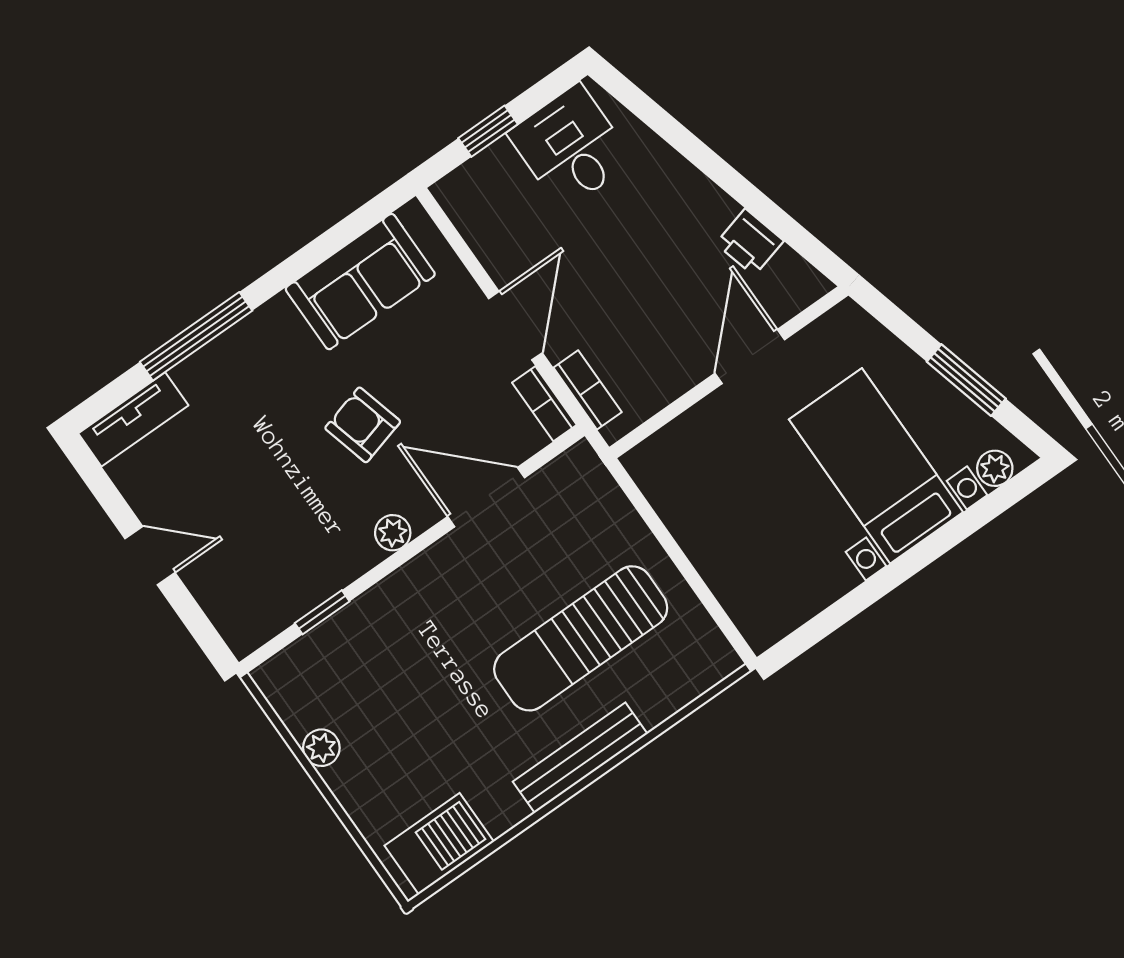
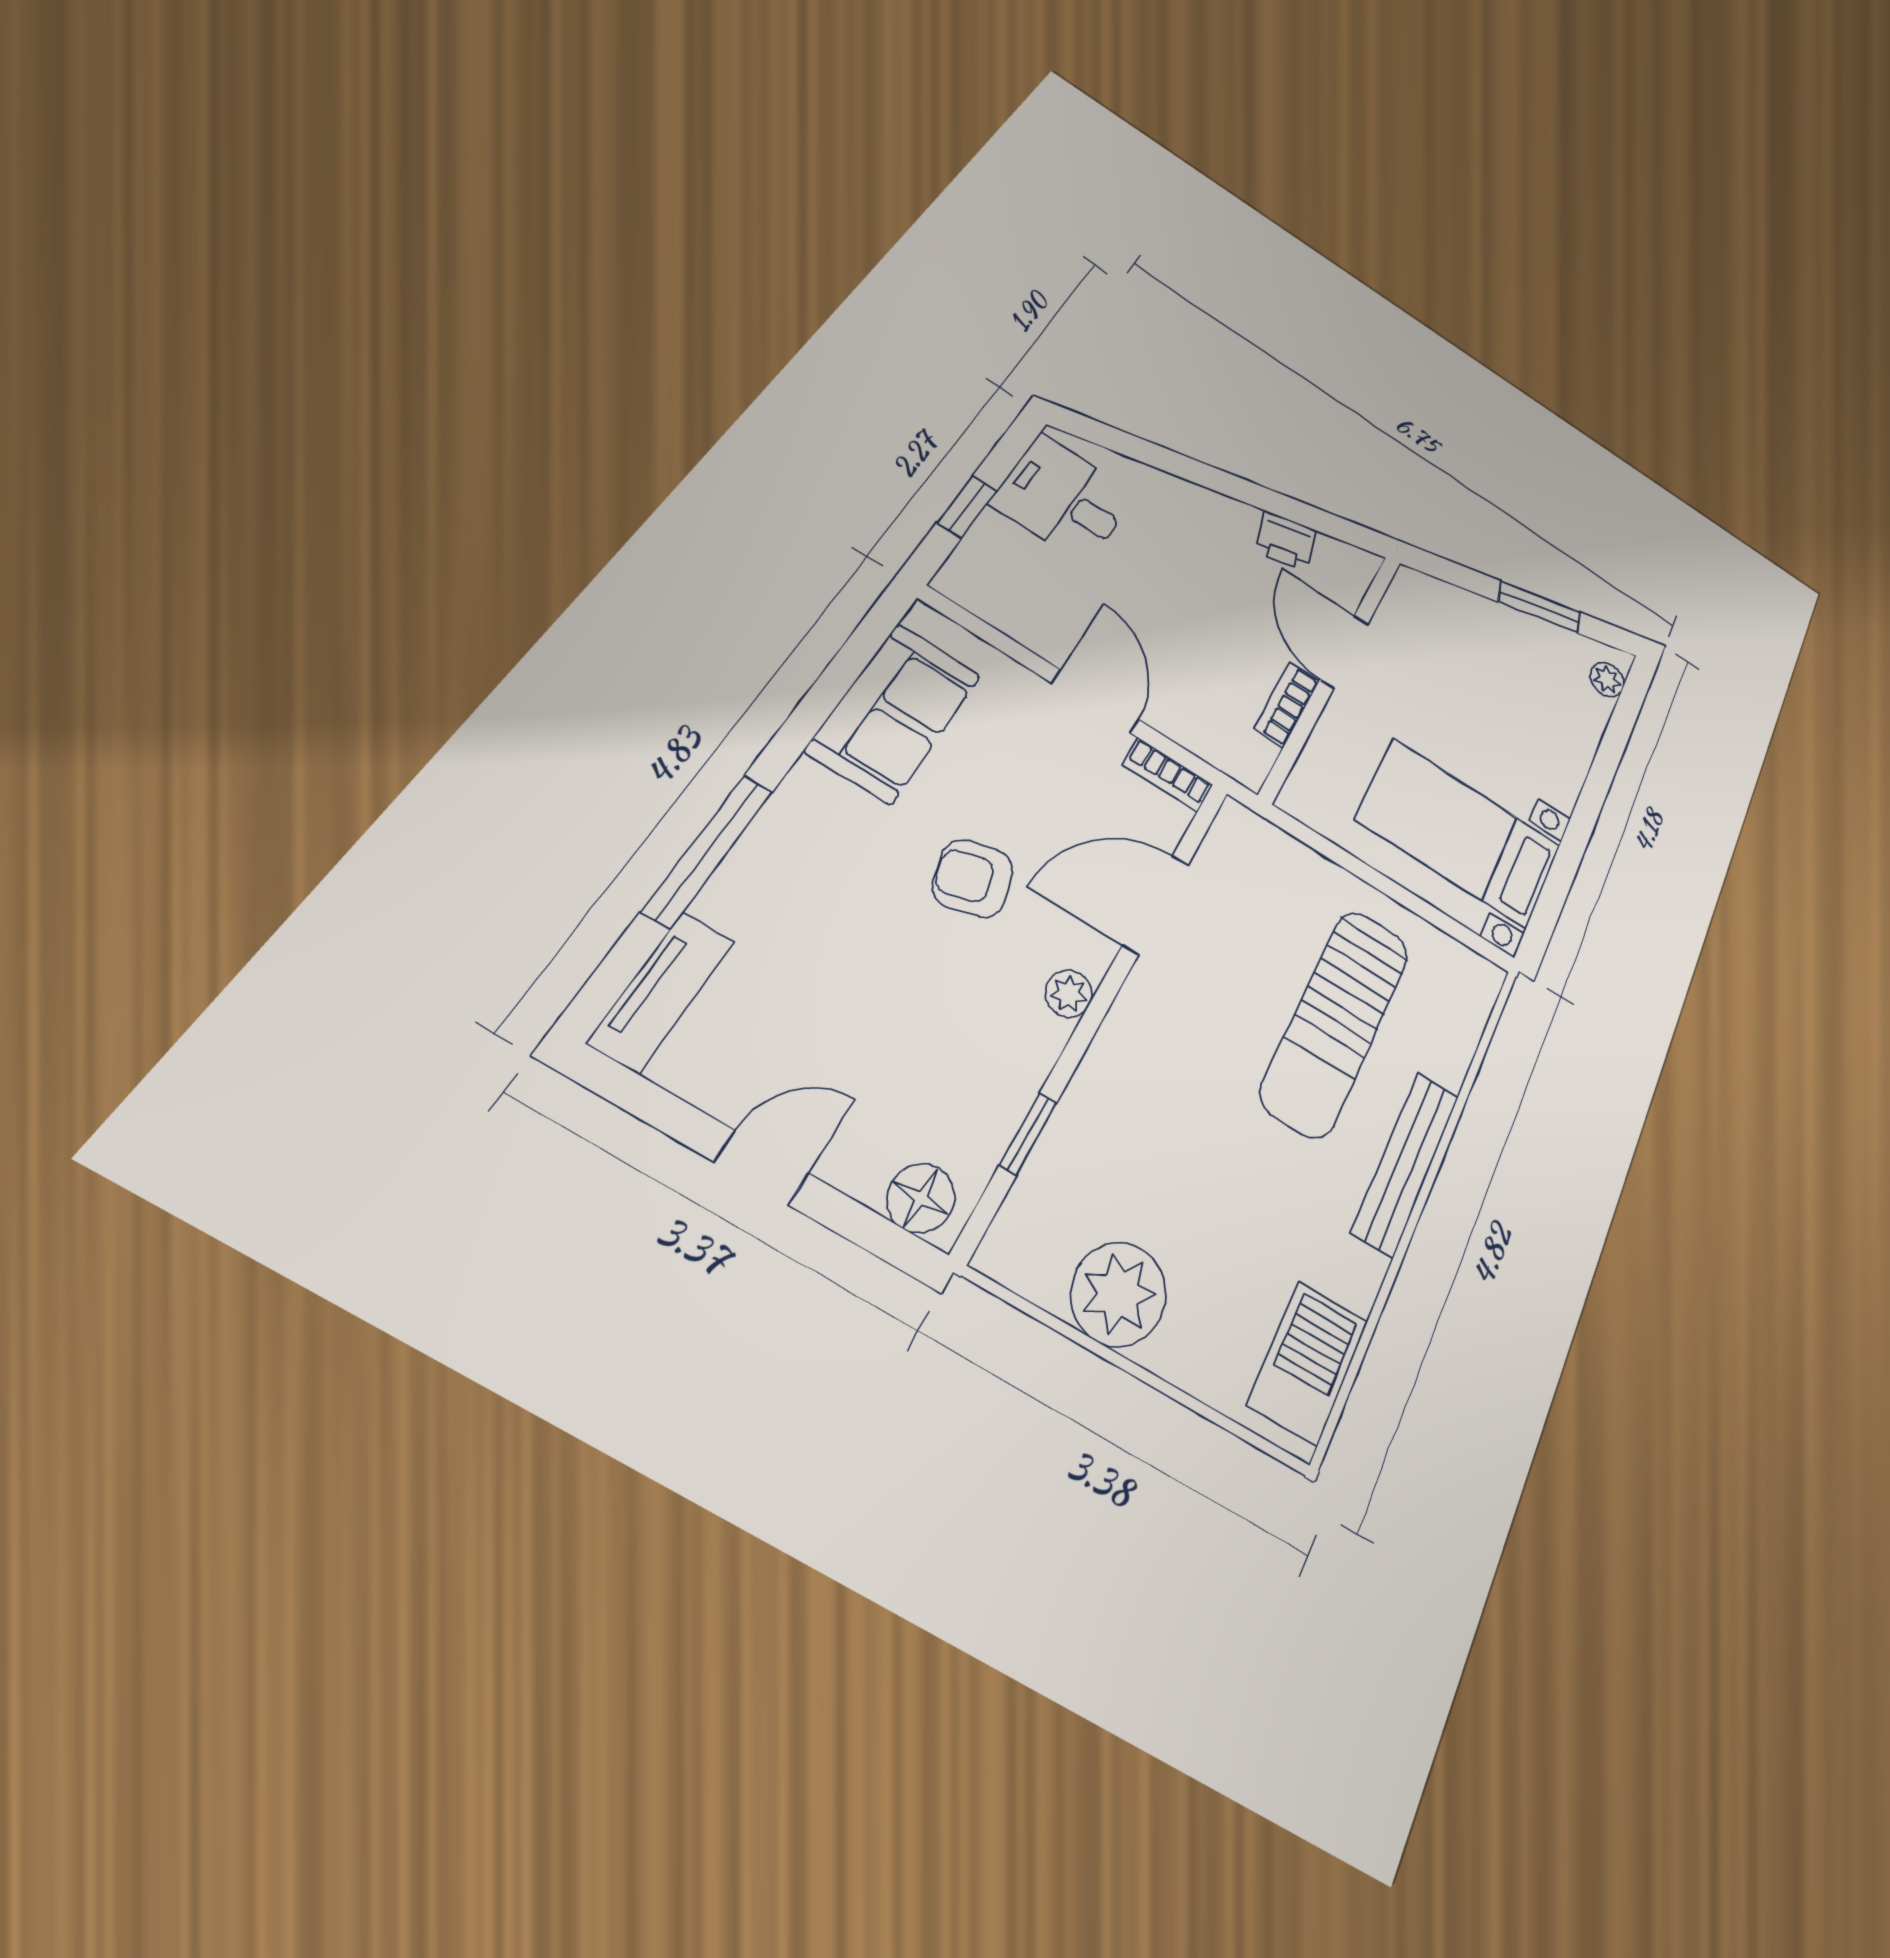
bookcase: (588, 390) -> (1287, 704), moved, turned -90
bed with nightstands: (876, 466) -> (1459, 833), moved
floor lamp: (237, 620) -> (921, 1198), added
plant: (321, 748) -> (1119, 1294), width x1.88, depth x1.88

